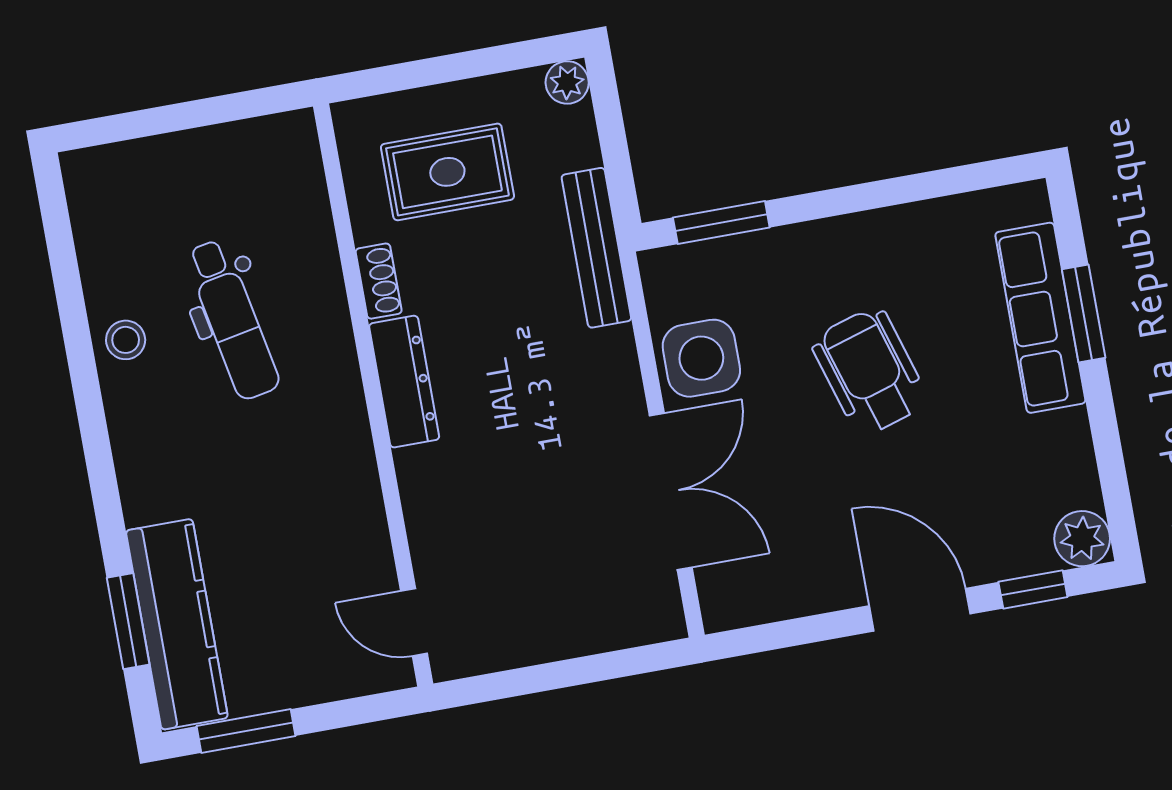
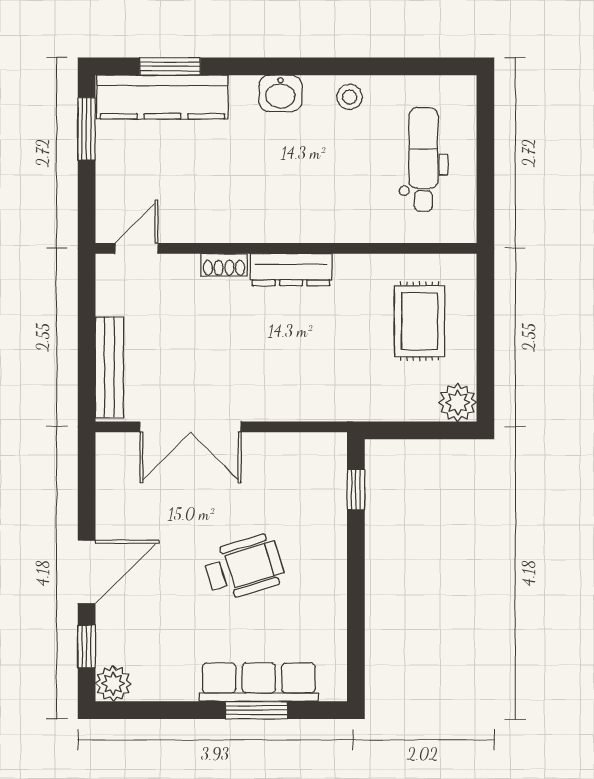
plant: (567, 82) -> (458, 402), width x1.38, depth x1.38
window: (721, 223) -> (356, 490), width x0.67
bench: (596, 248) -> (109, 367), moved, turned 90
shoe rack: (379, 281) -> (224, 265), moved
dental chair: (232, 320) -> (423, 159), moved, turned 101
side table: (701, 358) -> (272, 462), removed
washbasin: (139, 446) -> (280, 93), added

